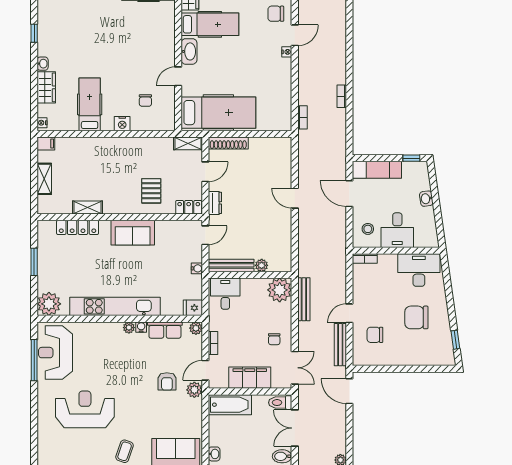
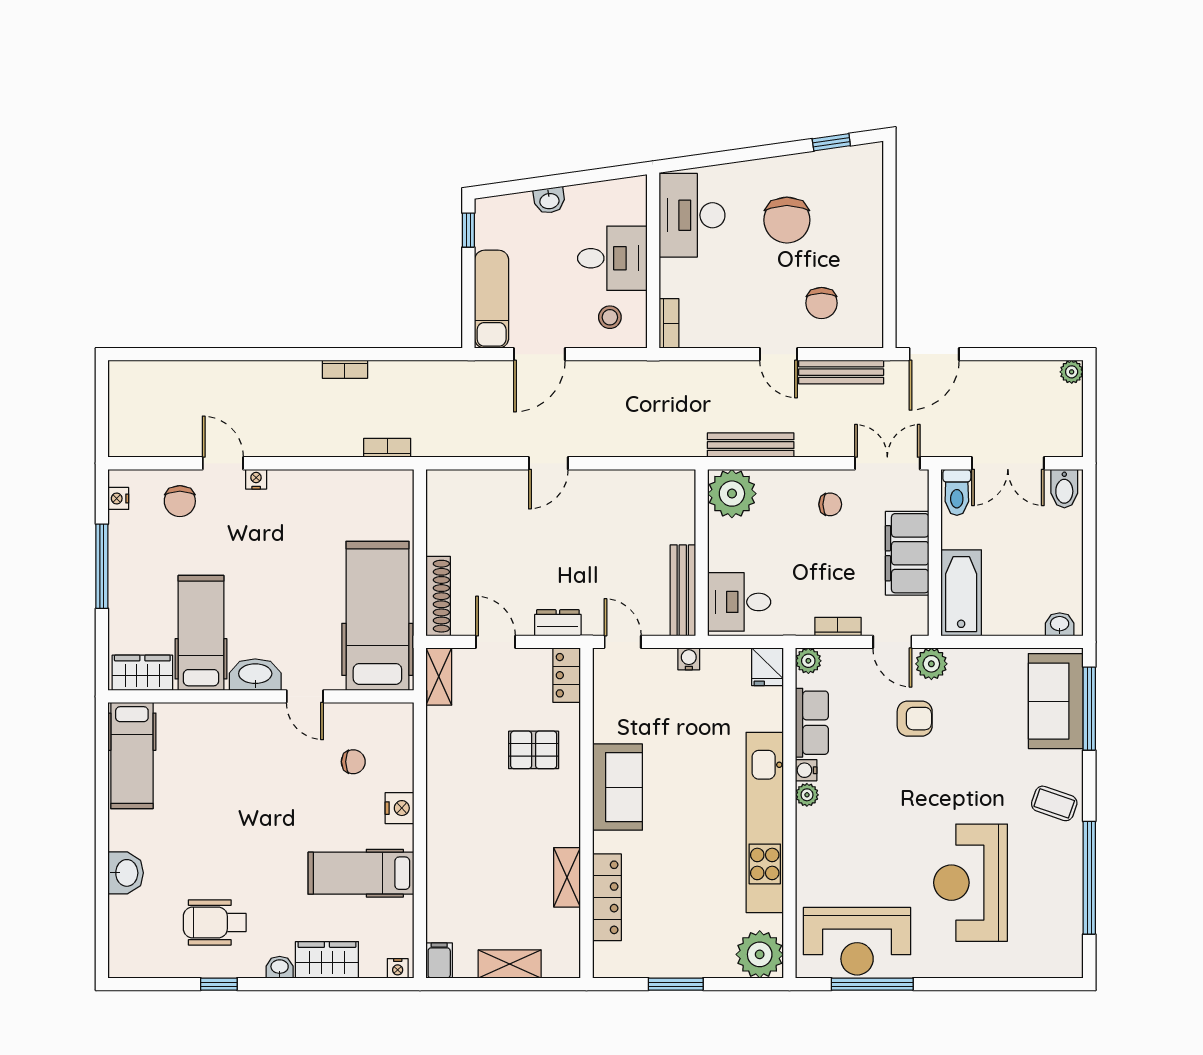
wheelchair: (65, 31) -> (215, 922), added
plant: (262, 265) -> (683, 530), removed

